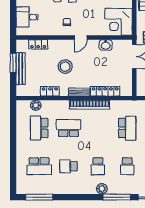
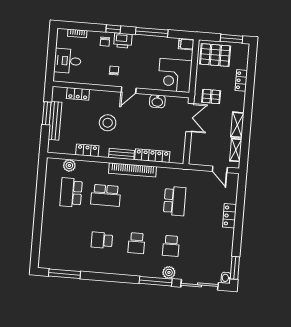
school desk: (69, 128) -> (106, 195), turned 180
school desk: (39, 166) -> (67, 237), removed
plant: (102, 189) -> (169, 272), moved

